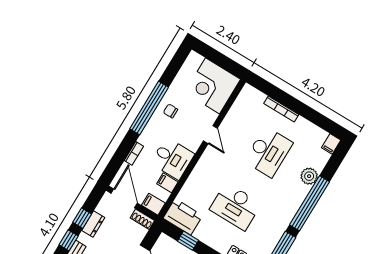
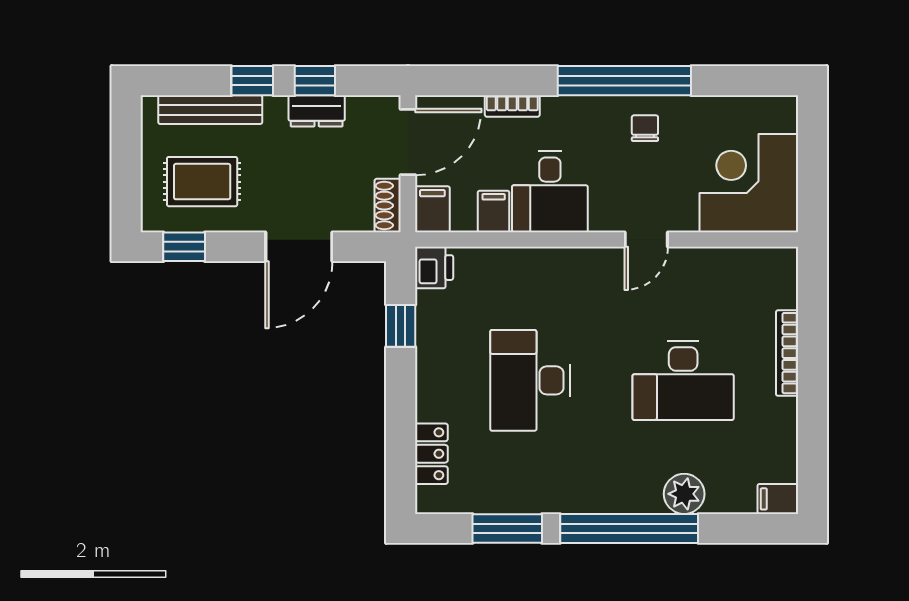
printer: (183, 217) -> (434, 268), width x0.53, depth x0.68

